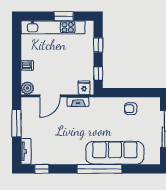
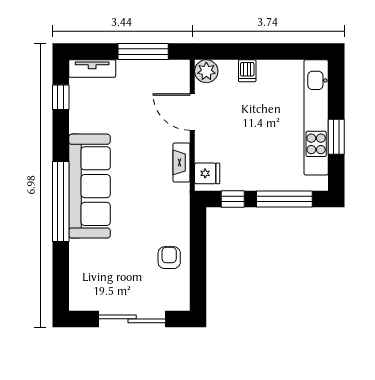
window: (98, 45) -> (284, 199), width x2.17
sofa: (115, 153) -> (89, 186), moved

